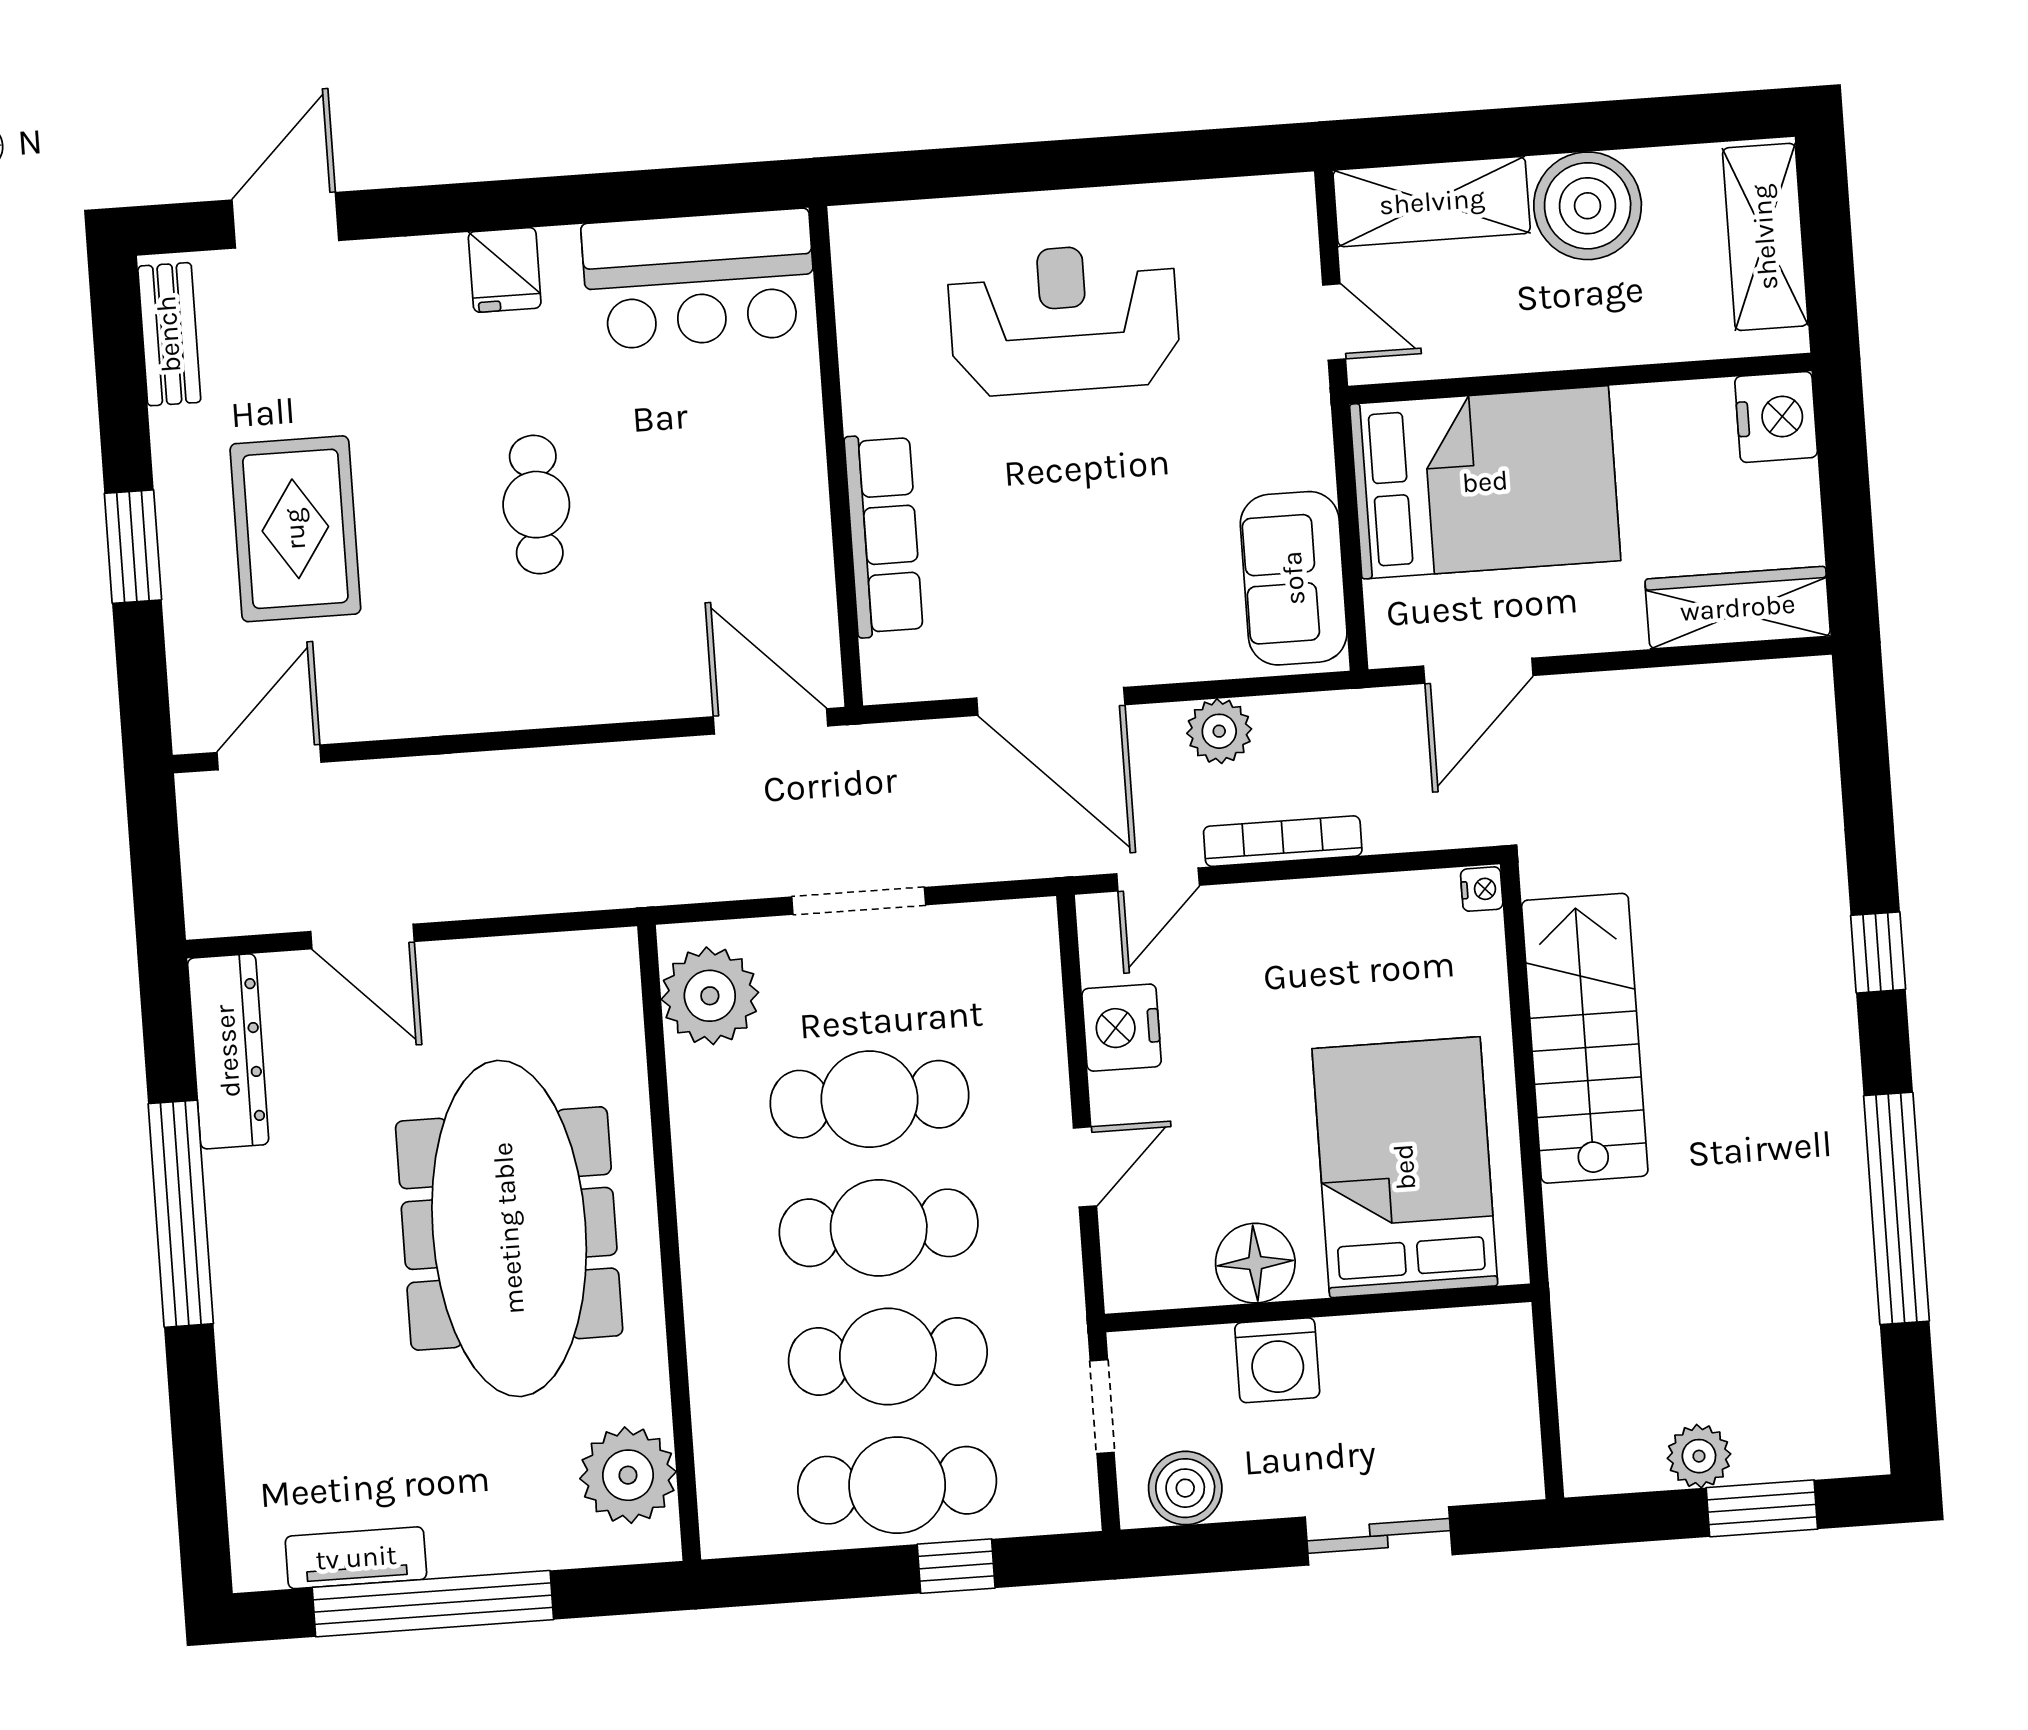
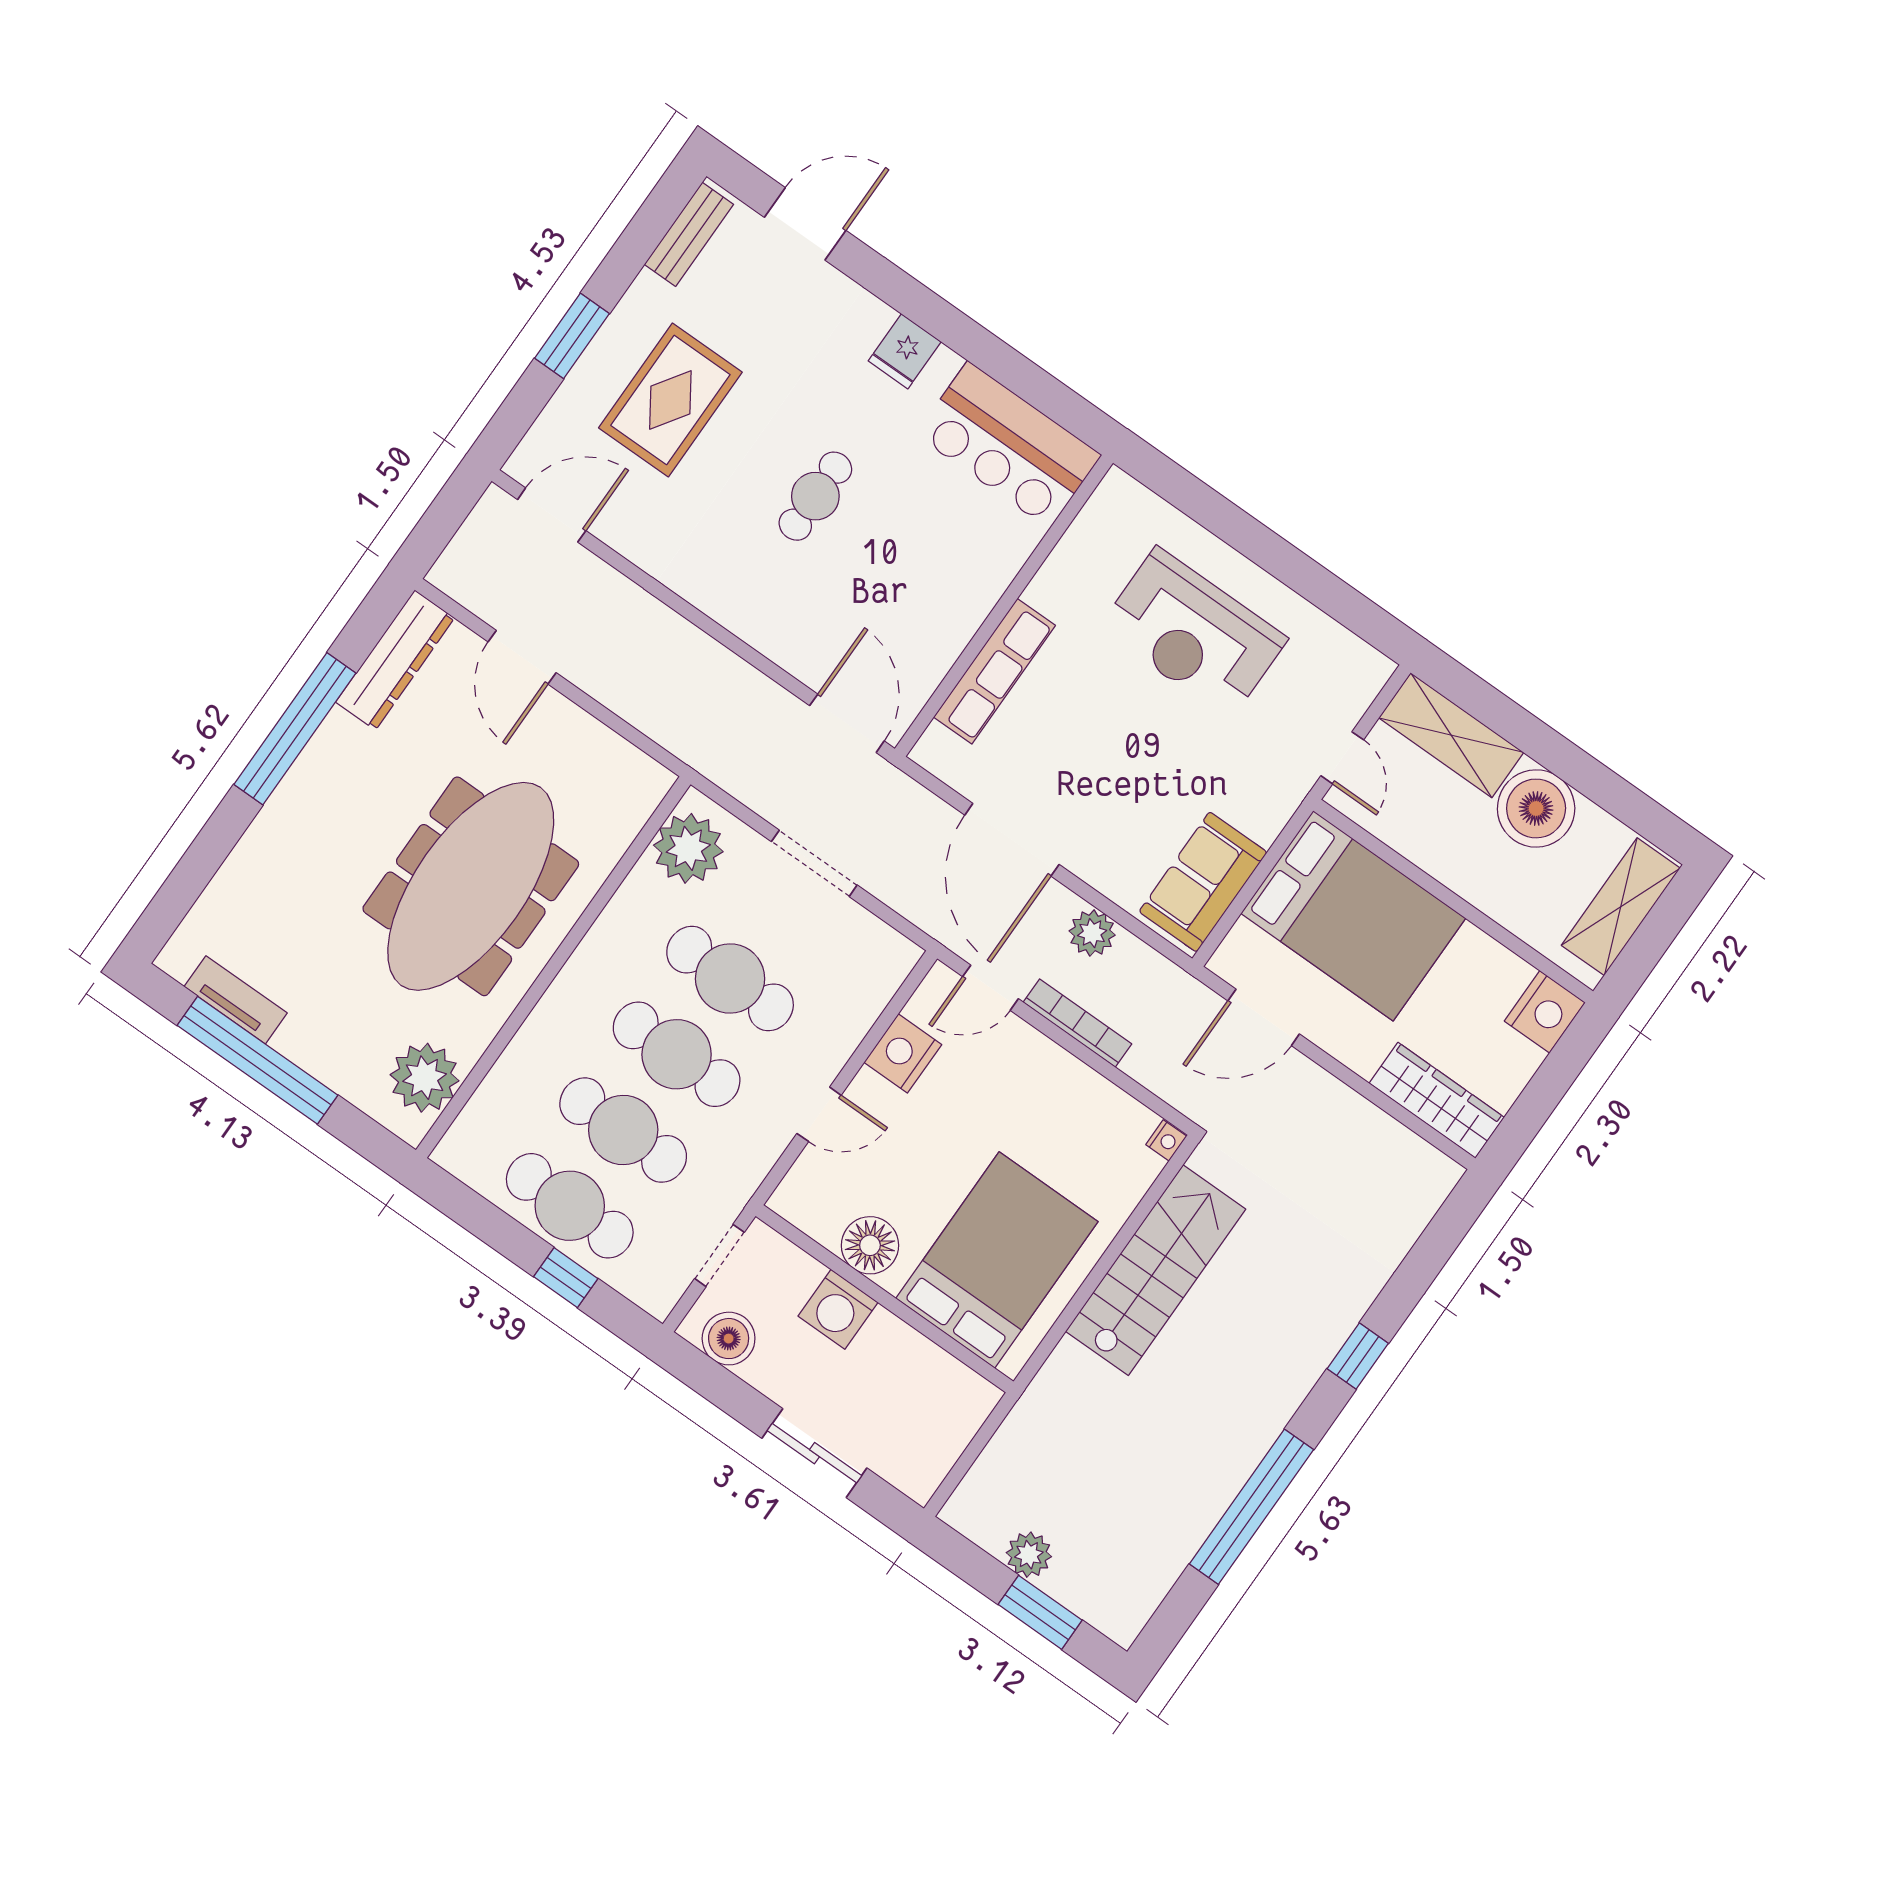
reception desk: (1064, 319) -> (1193, 633), turned 180

